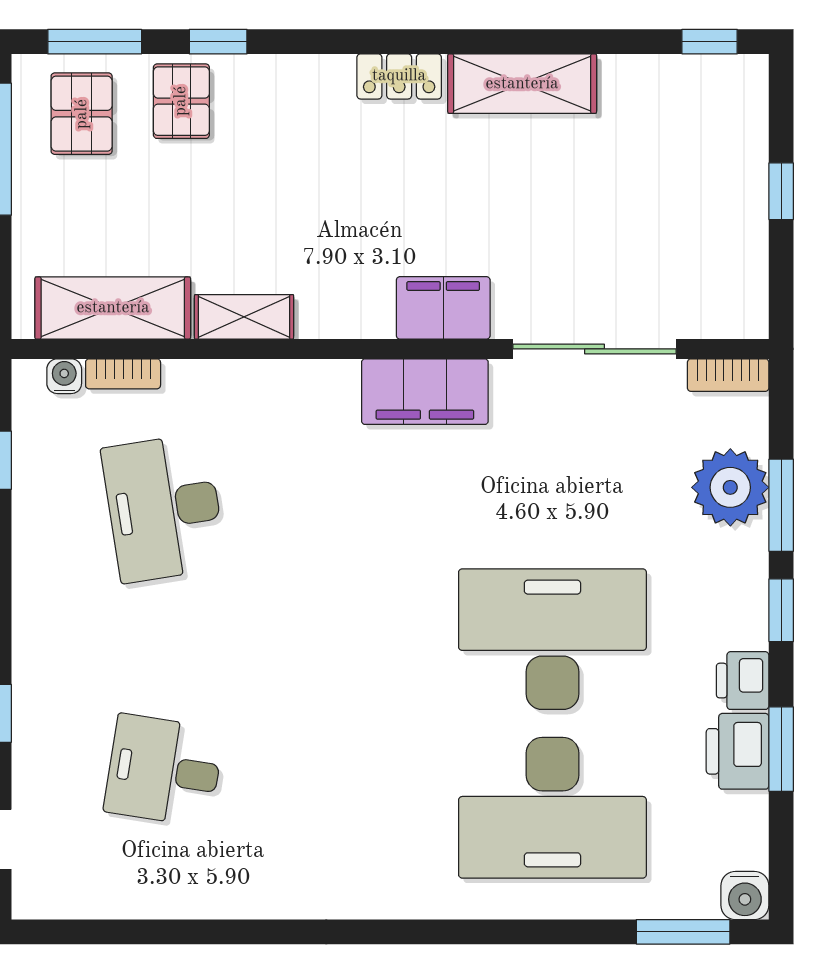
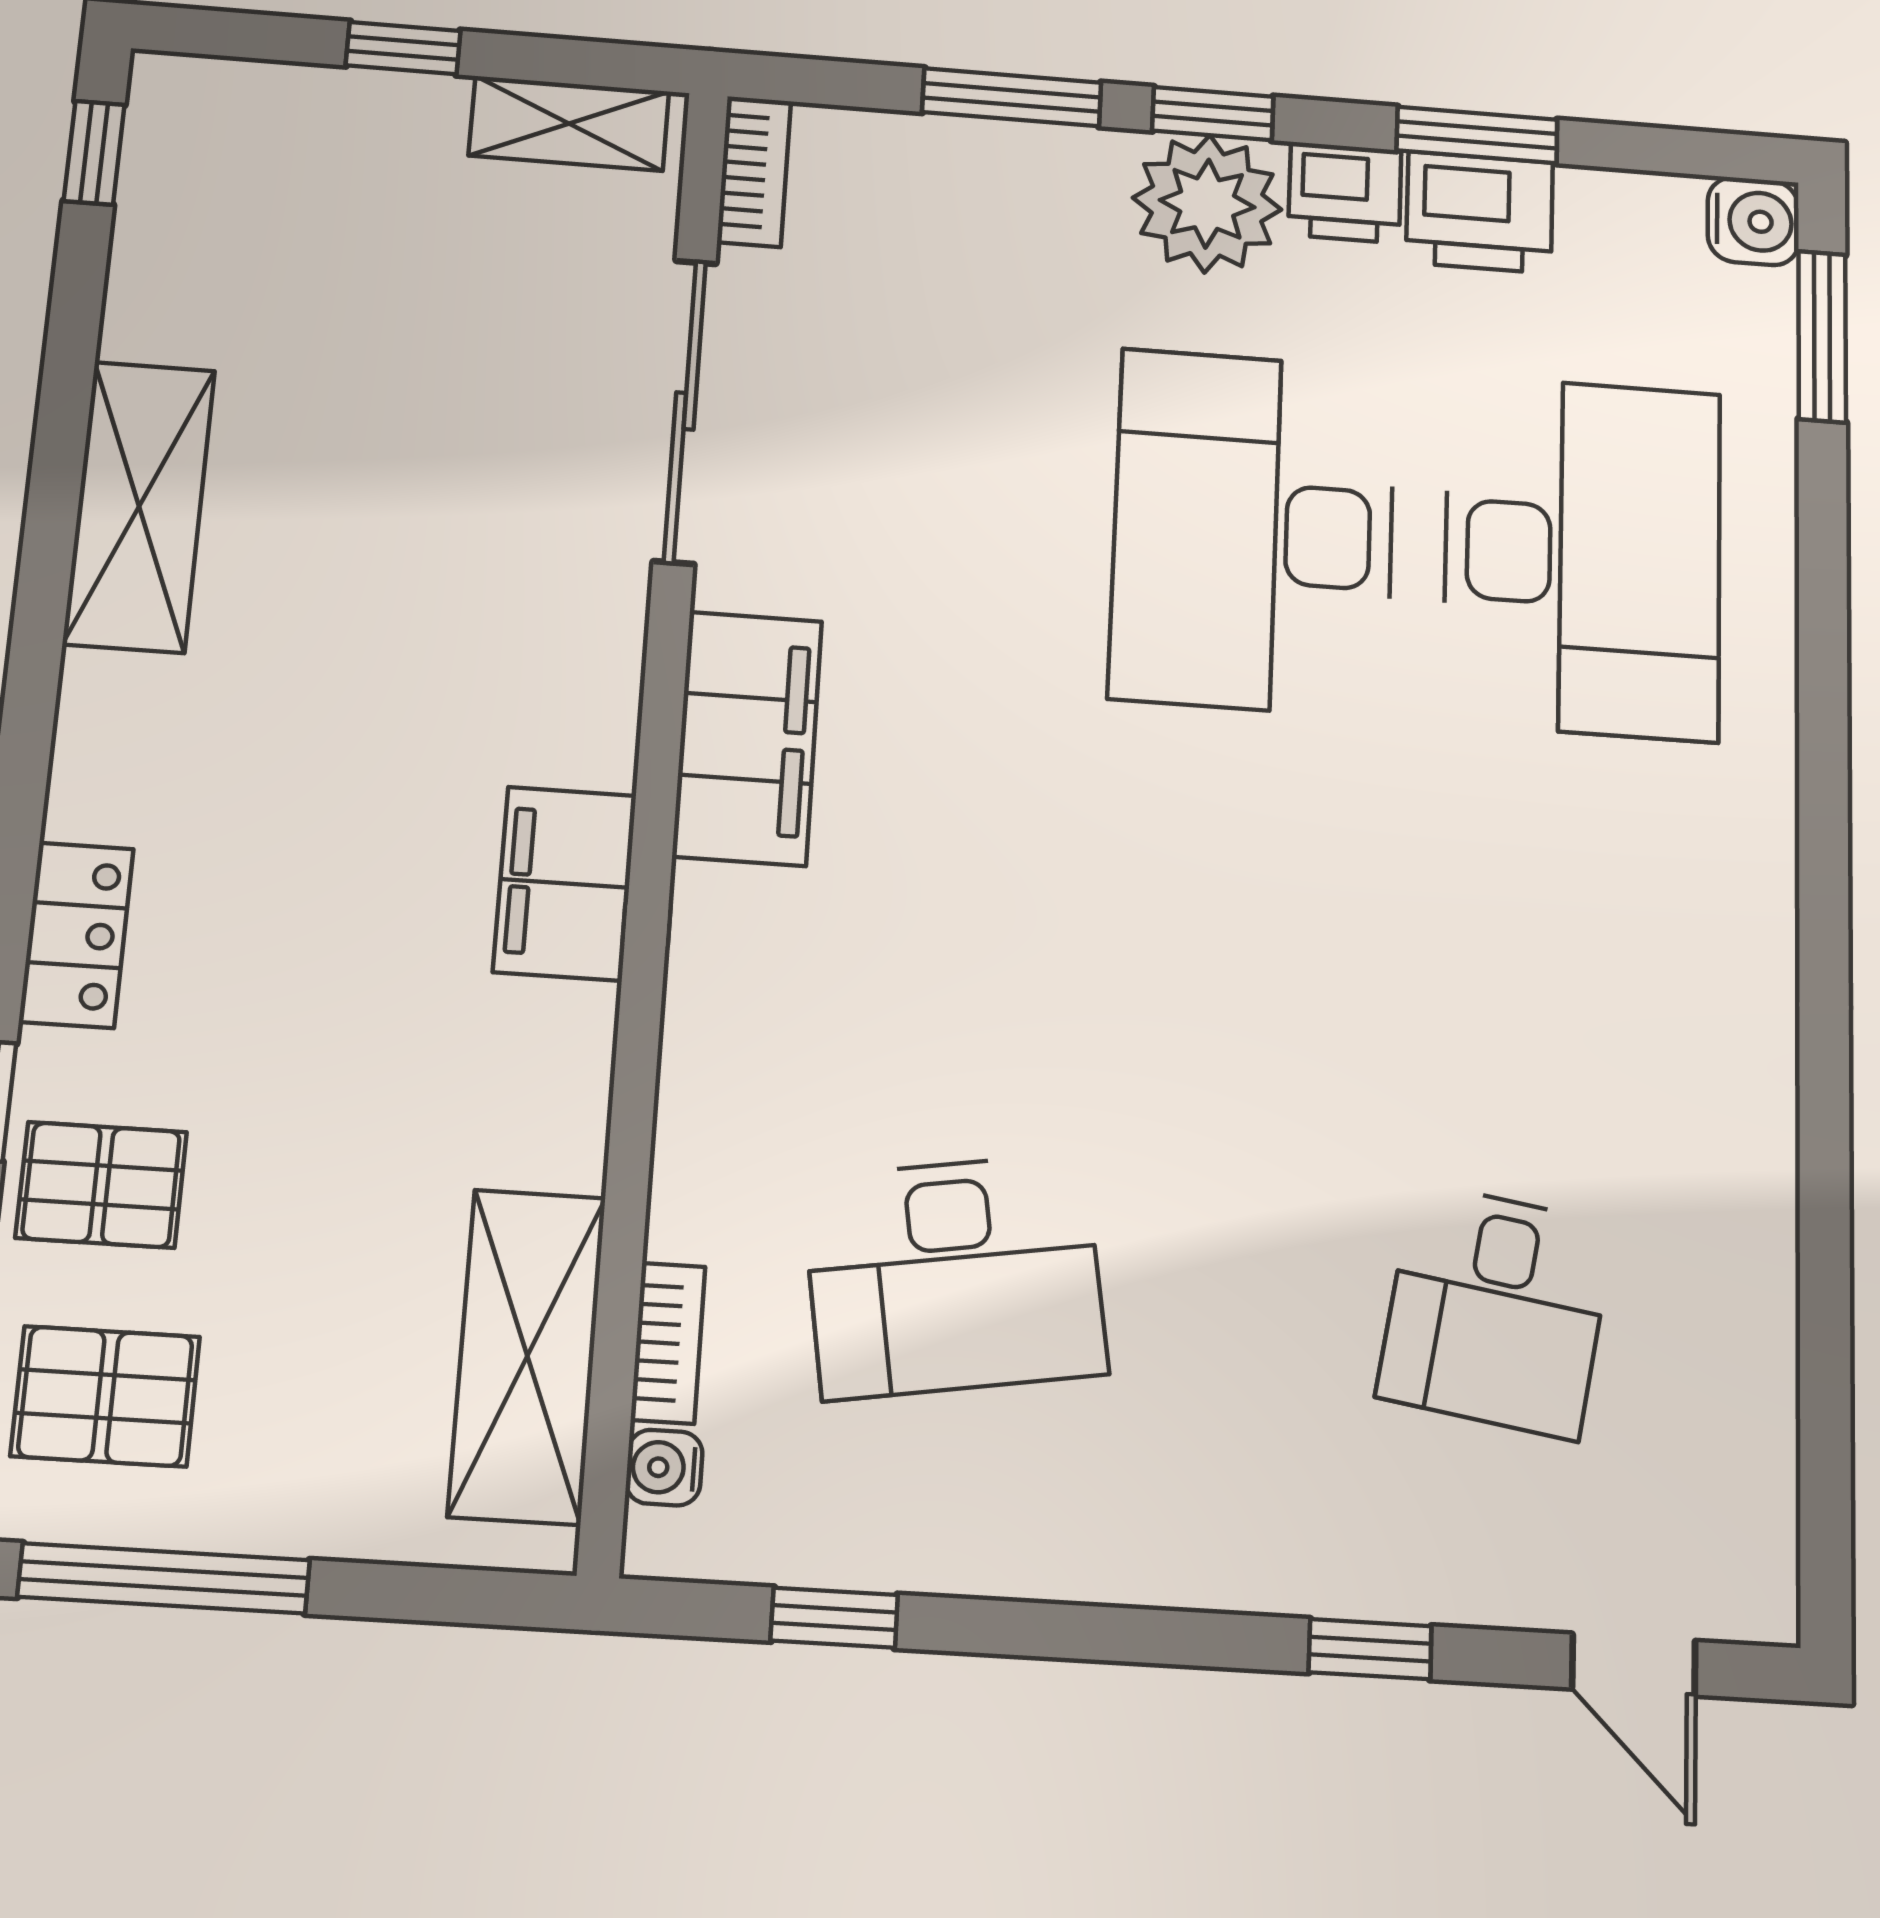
locker: (399, 76) -> (76, 935), moved
filing cabinet: (443, 308) -> (565, 884), moved
shelving: (244, 317) -> (569, 123), moved, turned 90
plant: (730, 487) -> (1207, 204), moved

